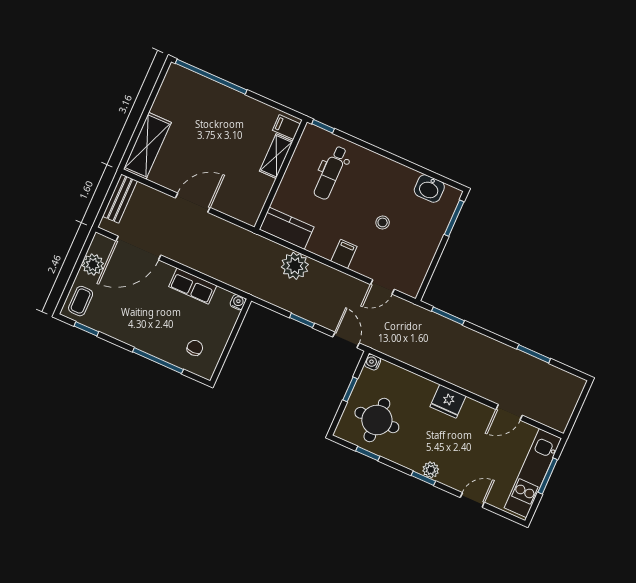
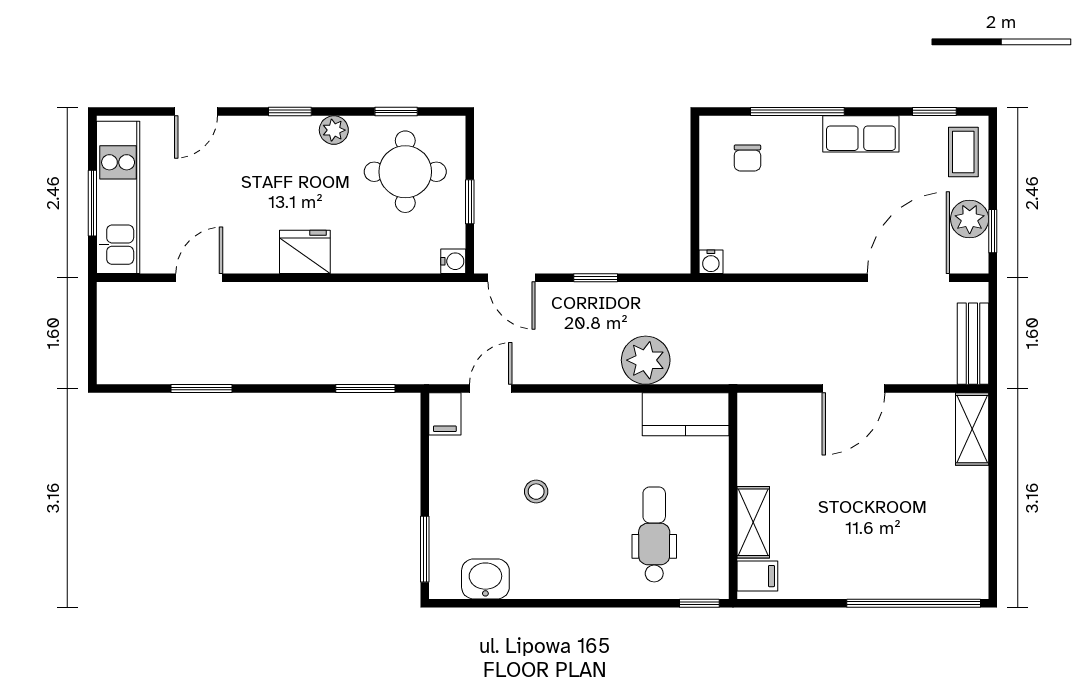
shelving: (147, 146) -> (972, 429), width x0.67, depth x0.75
window: (84, 253) -> (993, 231), added
filing cabinet: (344, 254) -> (445, 414), moved
row of seats: (193, 286) -> (861, 134), moved, turned 180
plant: (431, 470) -> (334, 130), moved

